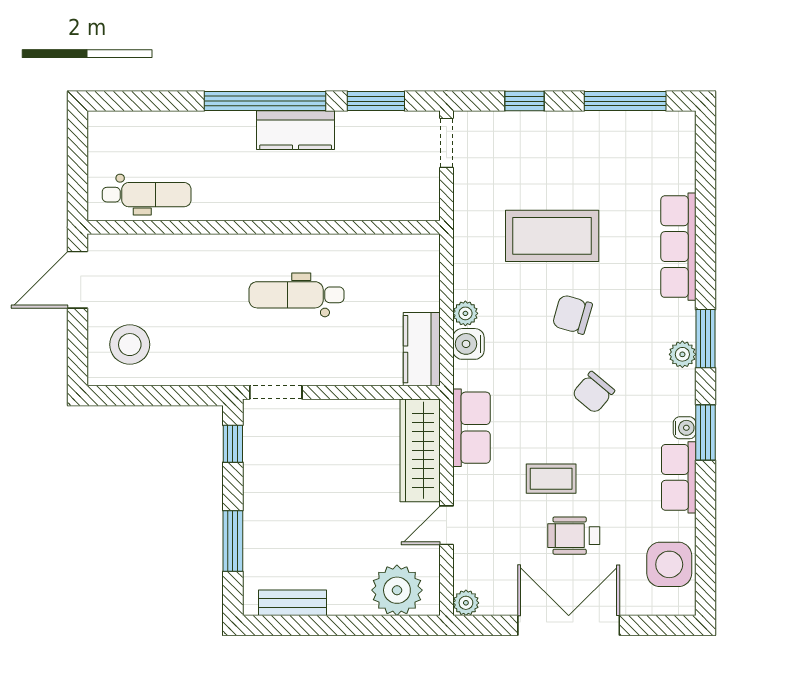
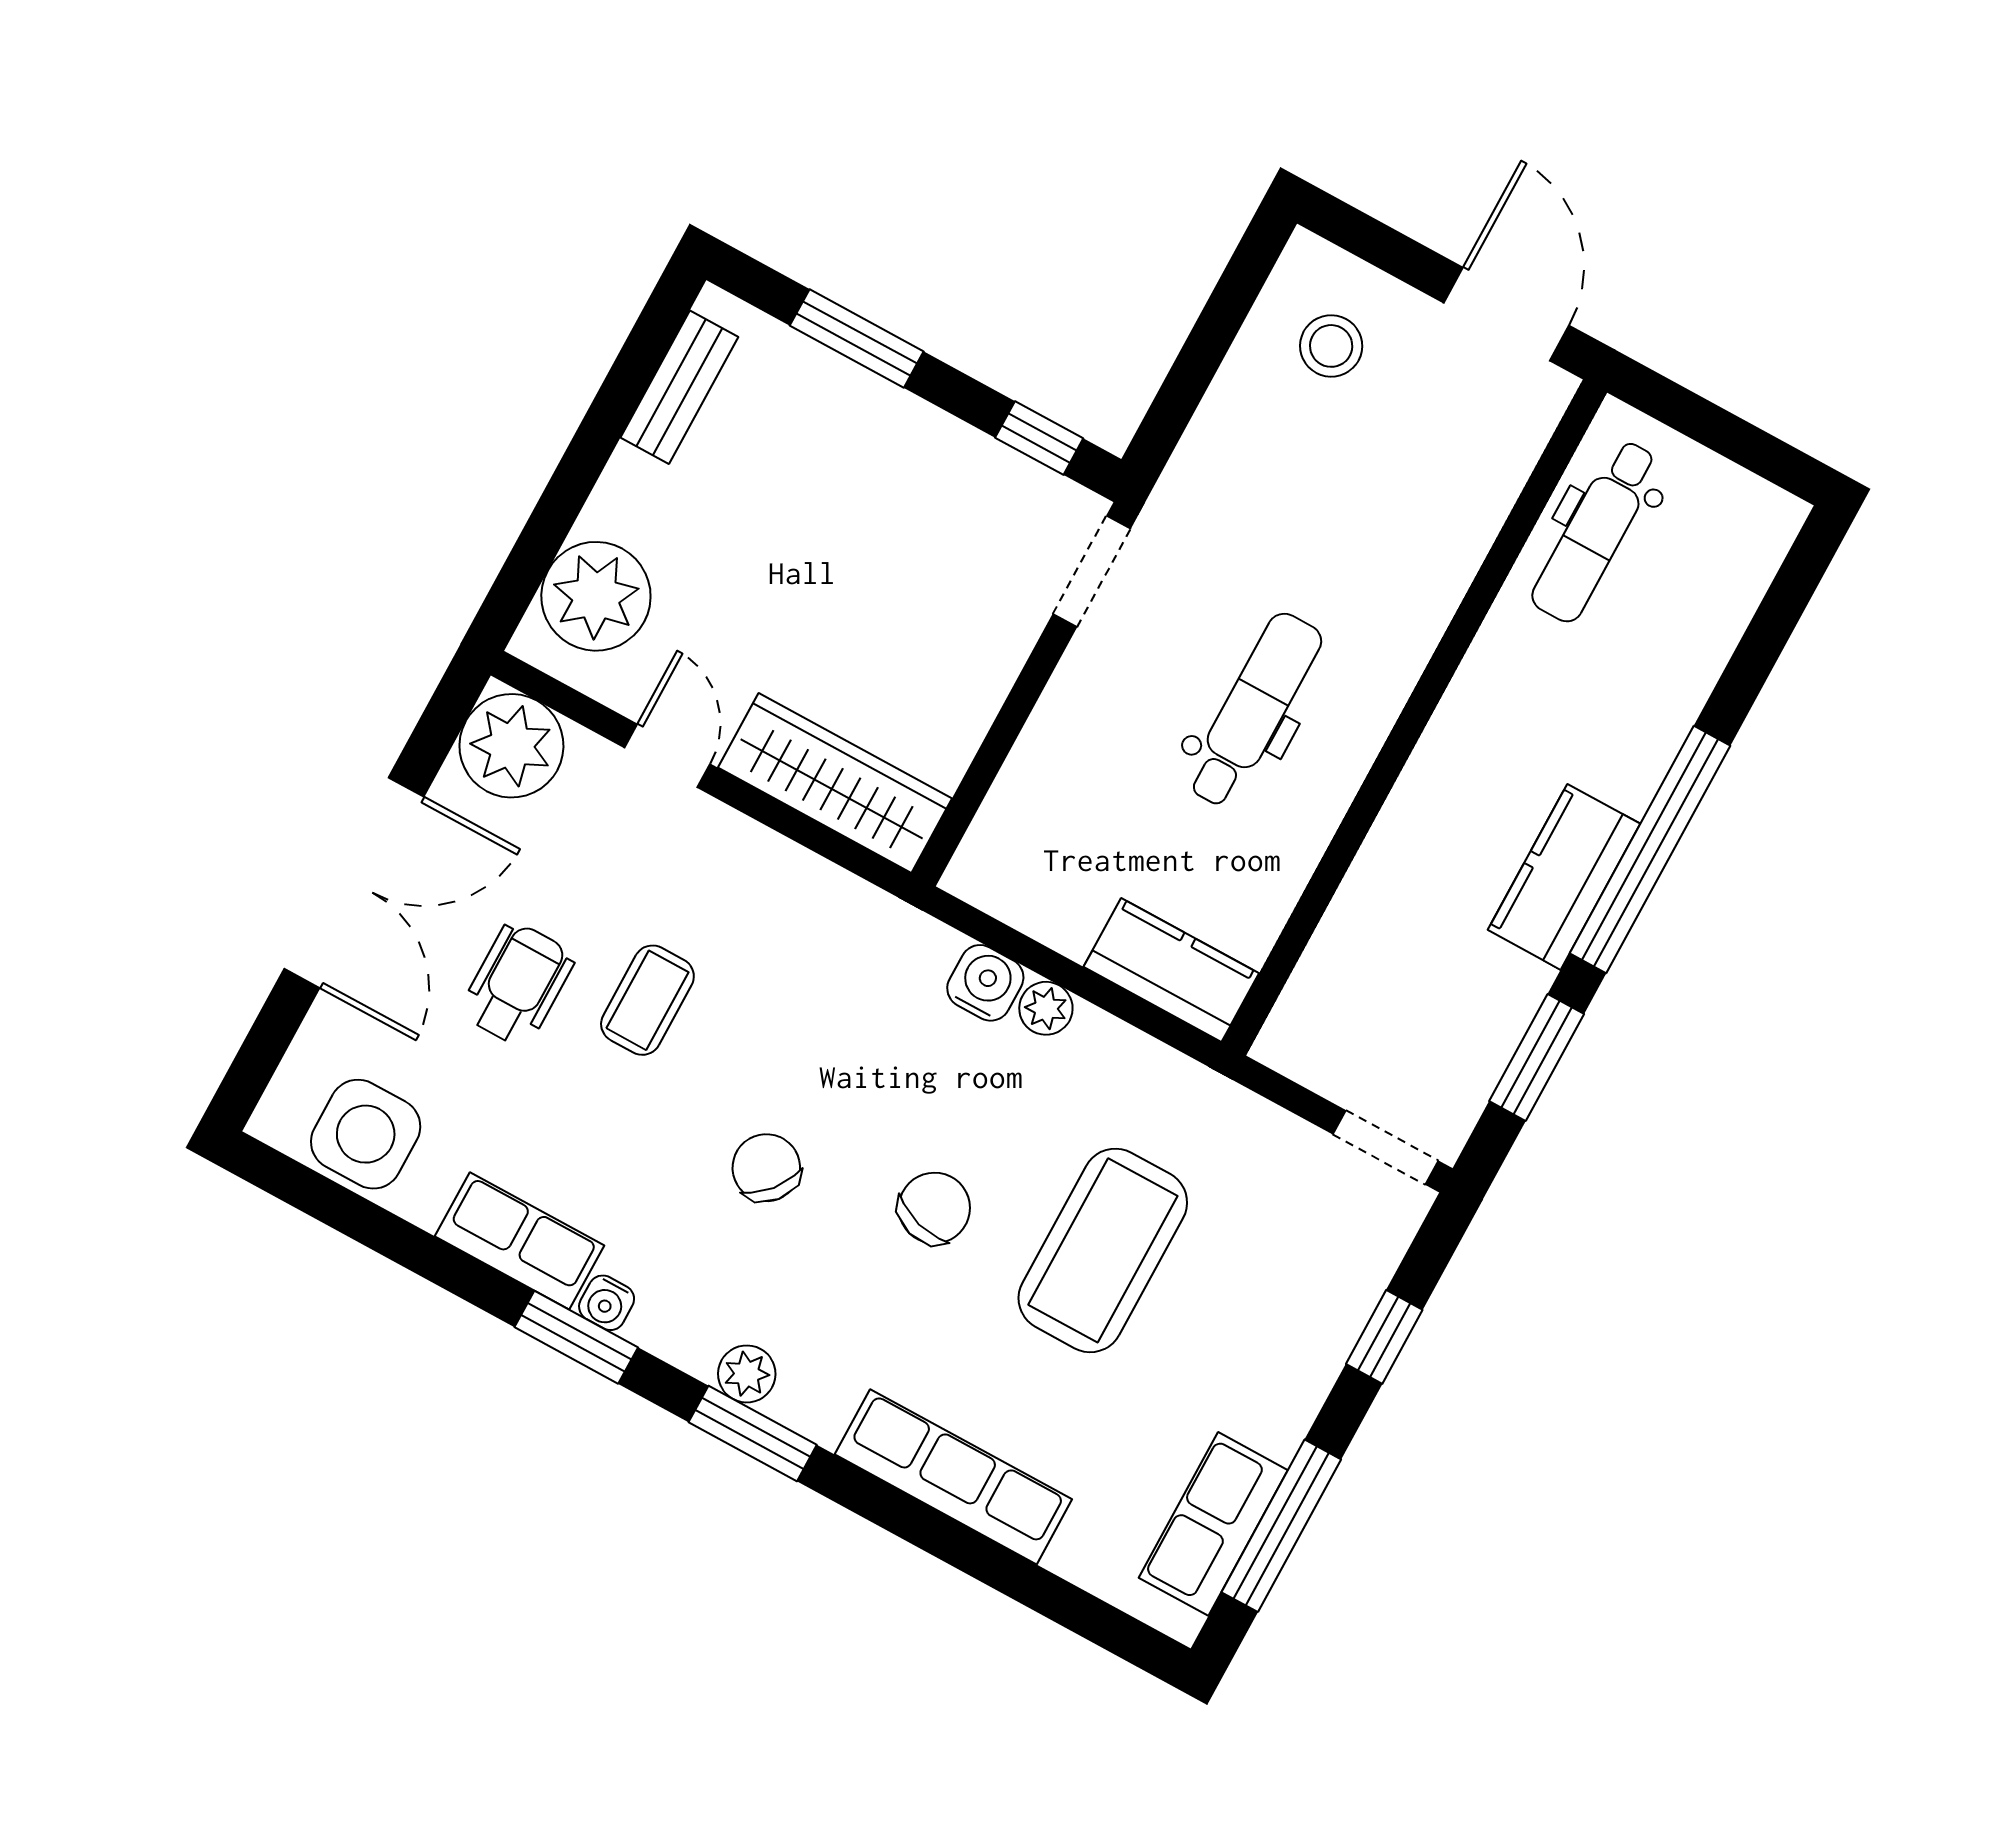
stool: (130, 345) -> (1331, 346), width x0.73, depth x0.73
kitchen counter: (422, 349) -> (1171, 970), moved
row of seats: (472, 428) -> (1213, 1524), moved, turned 90
plant: (466, 603) -> (511, 746), width x1.87, depth x1.87

